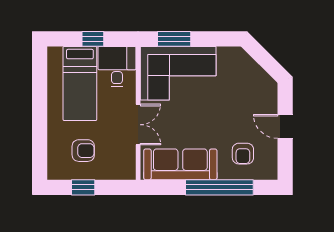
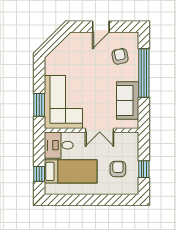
window: (93, 39) -> (39, 174), moved
double door: (138, 125) -> (100, 130), swing flipped
armchair: (243, 154) -> (120, 56), turned -102
sofa: (180, 164) -> (128, 101), width x0.73

